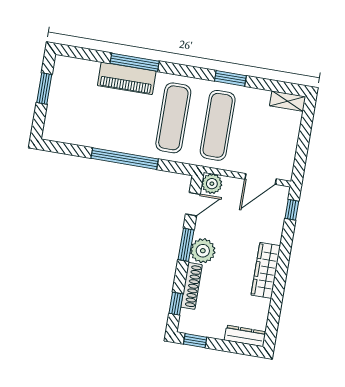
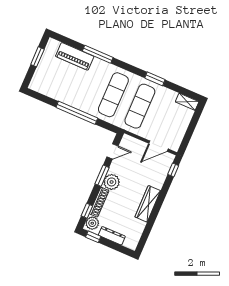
piano: (127, 78) -> (75, 56), moved
plant: (212, 184) -> (92, 223), moved
dresser: (245, 336) -> (112, 236), moved

